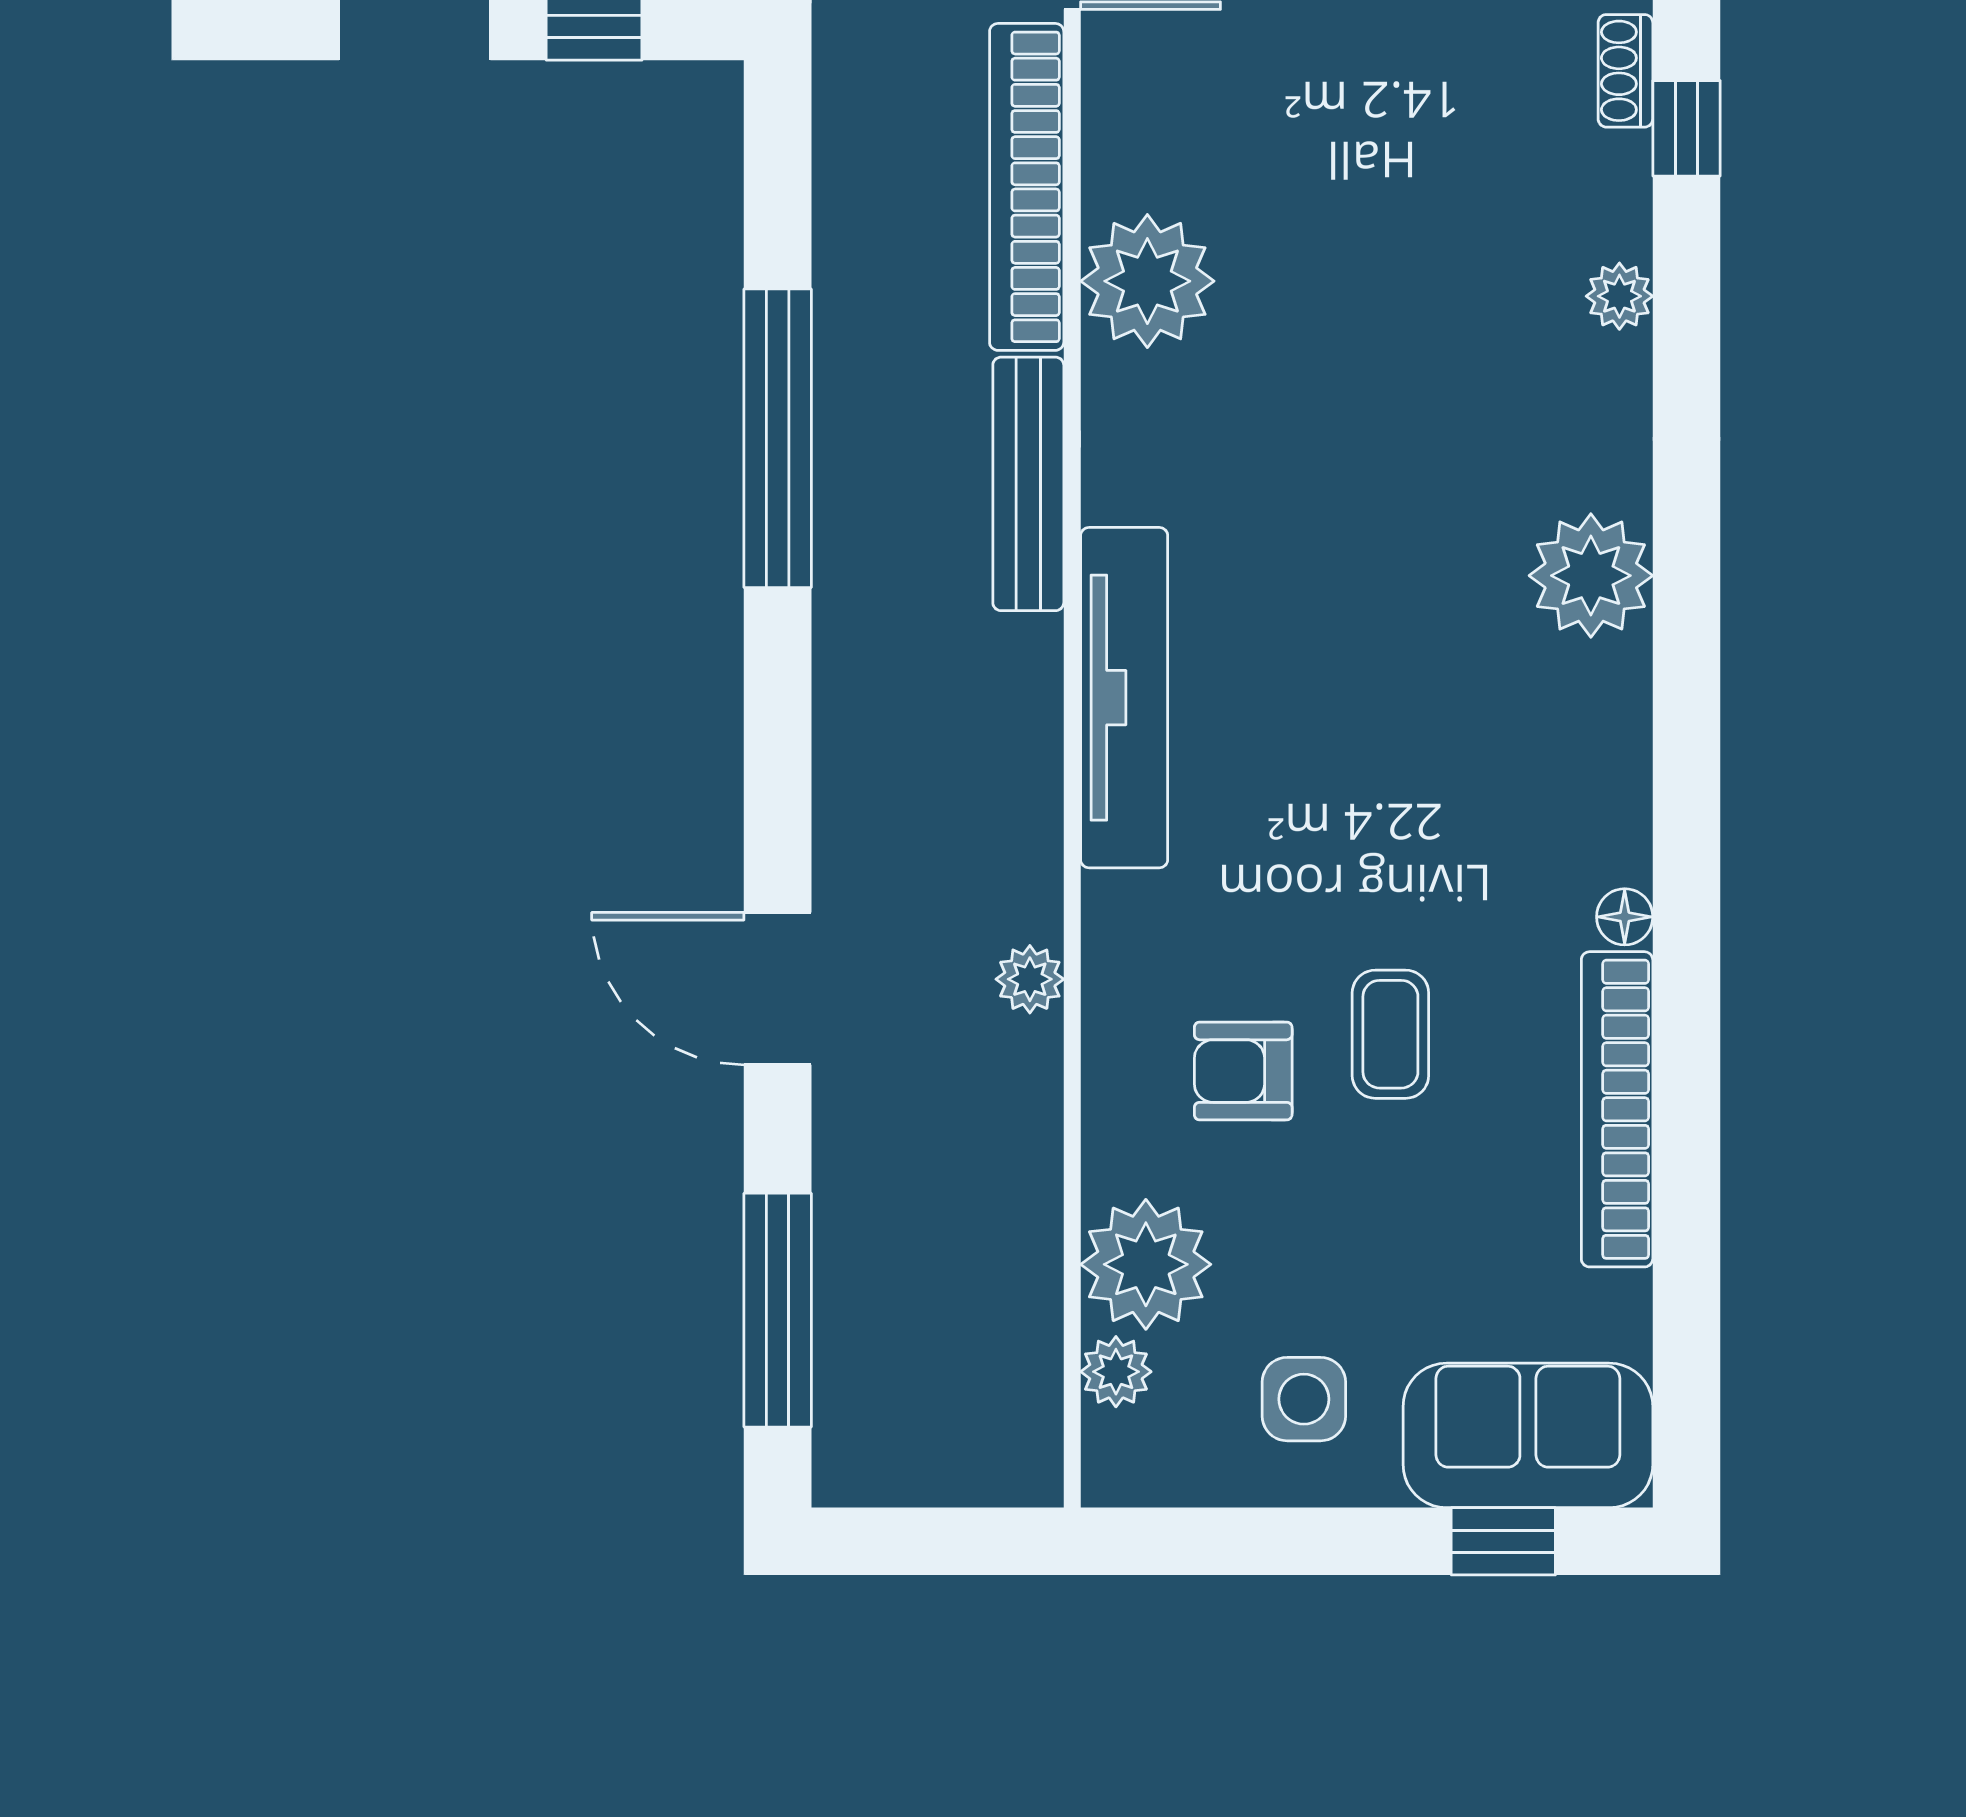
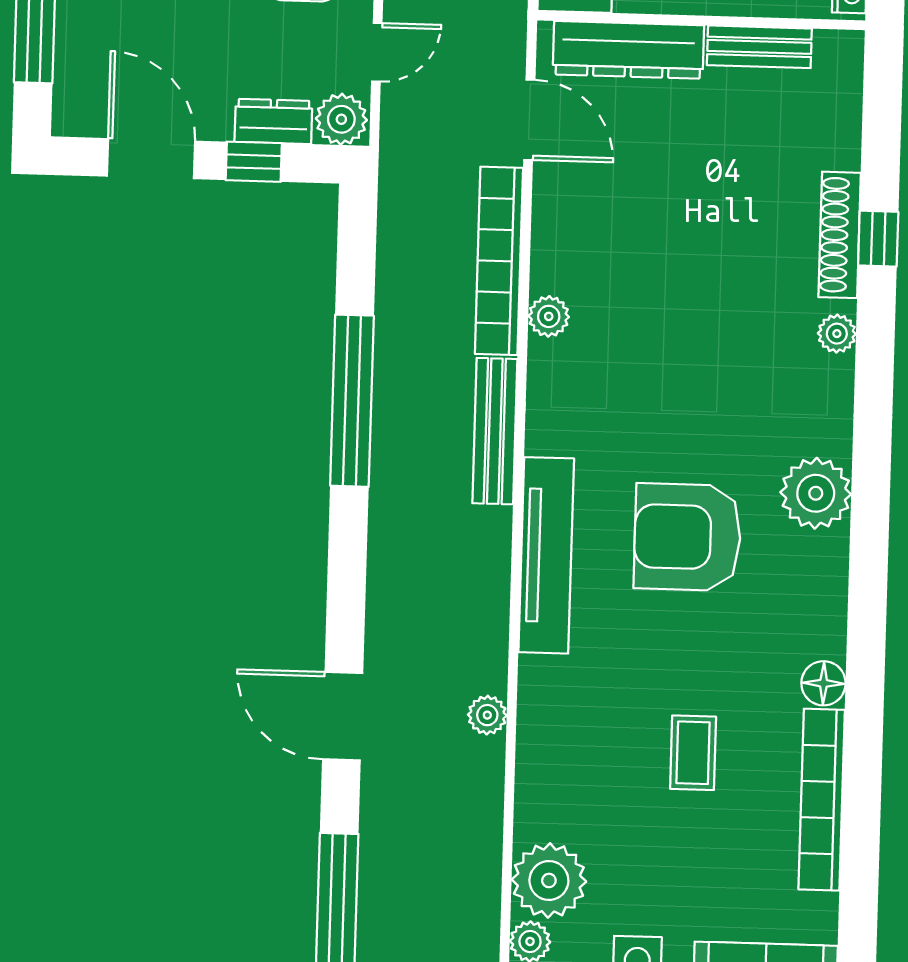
shoe rack: (1625, 71) -> (840, 235), width x1.94, depth x1.24
plant: (1147, 281) -> (549, 316), width x0.53, depth x0.53
floor lamp: (1625, 917) -> (823, 683), width x1.37, depth x1.37
armchair: (1243, 1071) -> (687, 537), moved, width x1.88, depth x1.88

